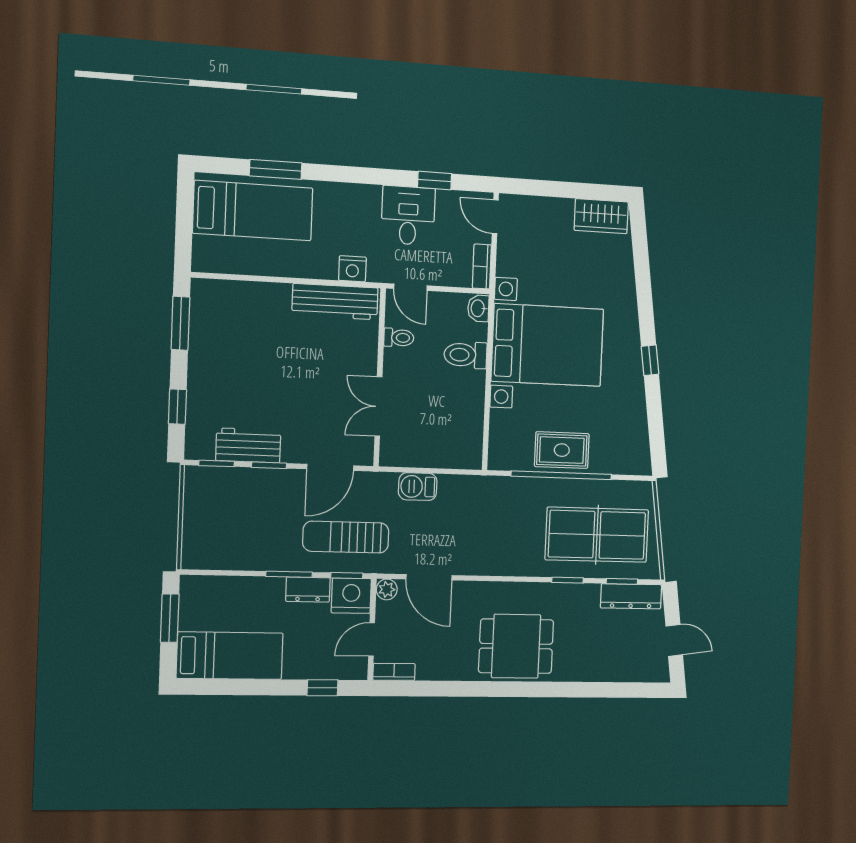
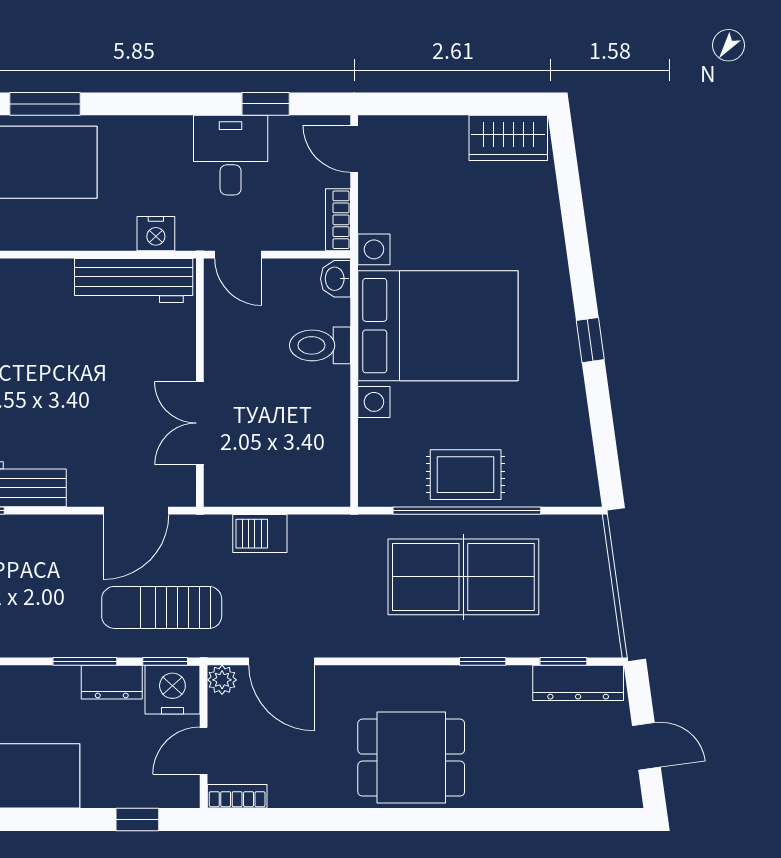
toilet: (399, 338) -> (224, 326), removed
window: (269, 465) -> (52, 511), removed
table tennis table: (597, 535) -> (463, 577), moved

